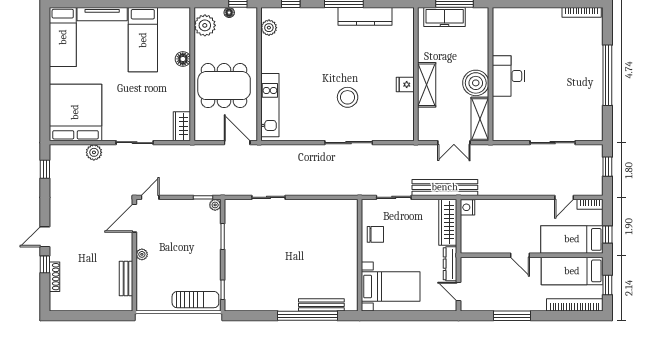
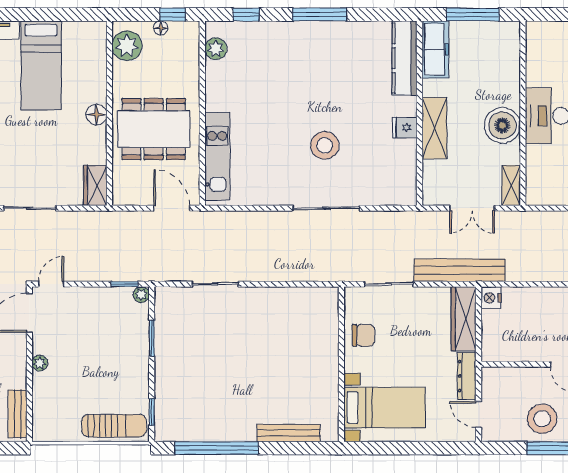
kitchen counter: (365, 16) -> (405, 58), moved, turned 90
freezer: (445, 17) -> (435, 49), moved, turned -90
floor lamp: (183, 59) -> (97, 115), moved
shelving: (480, 119) -> (511, 185), width x0.67, depth x0.75
bench: (126, 279) -> (18, 414), moved
stool: (504, 295) -> (542, 419), added
window: (307, 316) -> (217, 448), moved

